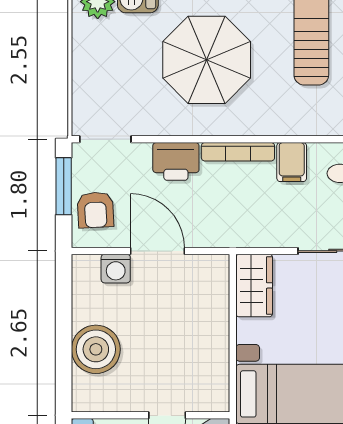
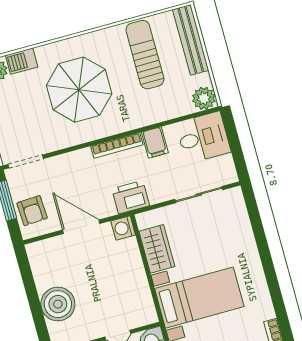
printer: (176, 161) -> (131, 197), moved, turned 180
washing machine: (116, 269) -> (123, 228), moved, turned 90
wardrobe: (254, 285) -> (157, 249), moved

